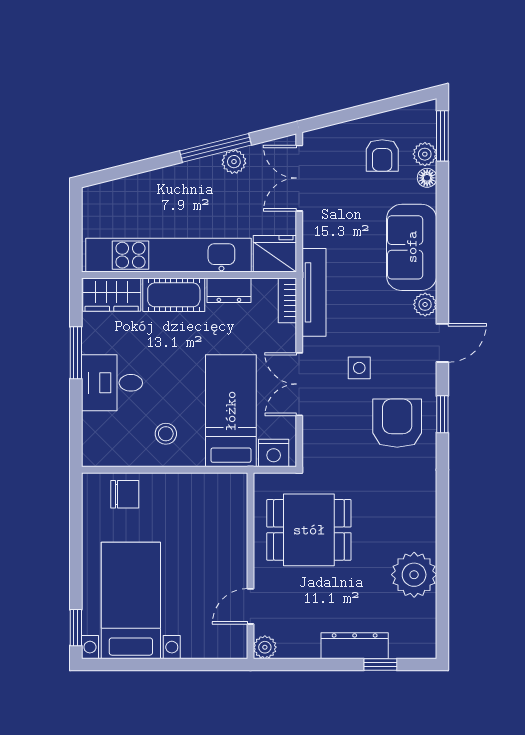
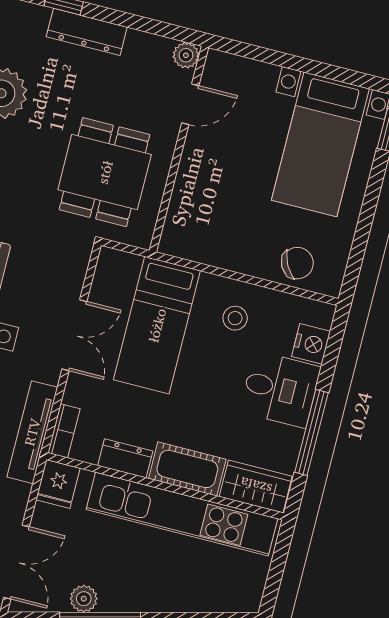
fridge: (275, 254) -> (58, 484), width x0.72
window: (76, 353) -> (311, 433), width x1.44
nightstand: (274, 453) -> (311, 344), moved, turned 90
chair: (125, 494) -> (297, 263), turned 152
dining table: (309, 530) -> (105, 172), turned 90

